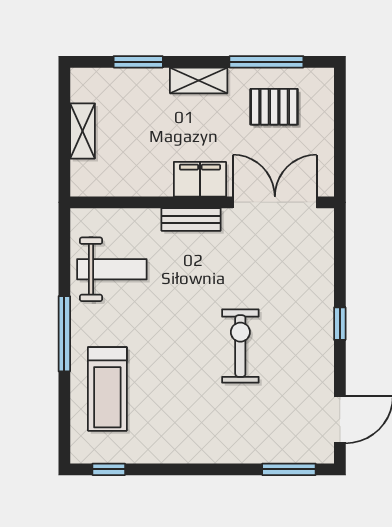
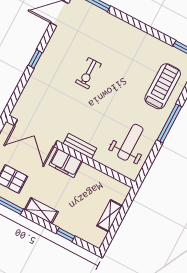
window: (138, 62) -> (66, 235), width x0.67
weight bench: (112, 269) -> (130, 142), turned 90
exercise bike: (240, 346) -> (88, 73), width x0.73, depth x0.72

